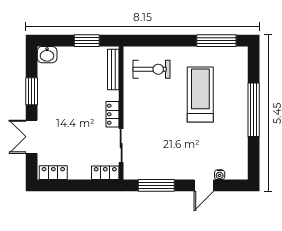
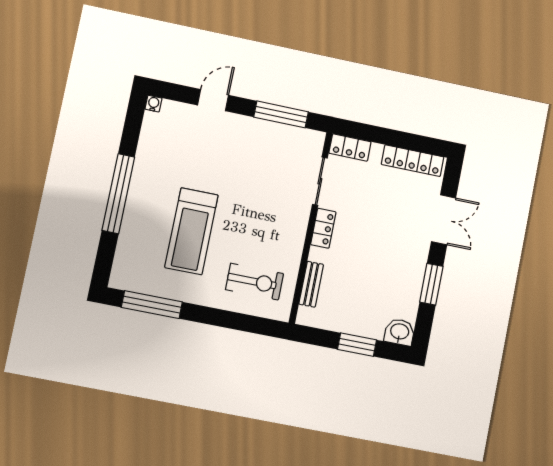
window: (87, 41) -> (357, 345), moved
exercise bike: (152, 69) -> (255, 282), turned 180
bench: (113, 70) -> (311, 284), width x0.73
locker: (53, 173) -> (413, 161), width x1.53
water cooler: (220, 175) -> (153, 104), moved

